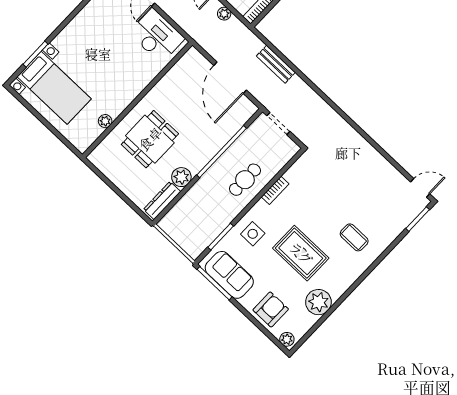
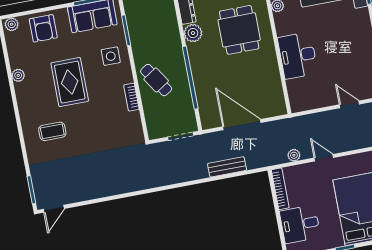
desk: (157, 36) -> (298, 56), moved, turned 90
cafe table: (245, 180) -> (156, 80), turned -33
rug: (301, 253) -> (70, 82), turned 90
plant: (318, 302) -> (18, 75), width x0.53, depth x0.53

